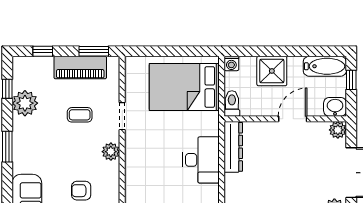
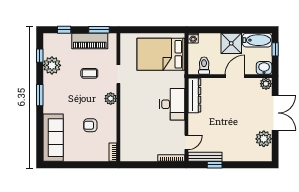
shower: (272, 71) -> (231, 43), moved
toilet: (232, 104) -> (204, 66), moved

